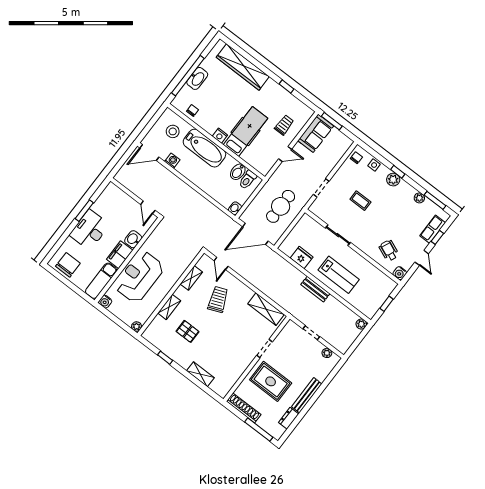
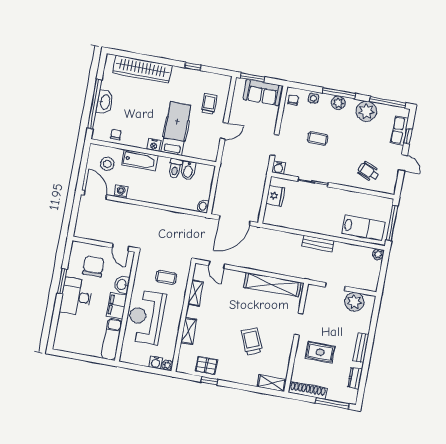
sofa: (316, 133) -> (263, 92), moved, turned 90
bathtub: (204, 148) -> (140, 160), width x0.73, depth x0.73
door: (149, 152) -> (95, 195), swing flipped
window: (398, 172) -> (339, 93), width x2.17
toilet: (248, 180) -> (175, 168), moved
plant: (419, 198) -> (366, 111), width x1.87, depth x1.87
window: (435, 200) -> (388, 102), width x1.44
cafe table: (281, 206) -> (245, 182), removed
coffee table: (173, 252) -> (166, 277), added
fridge: (302, 258) -> (275, 196), moved, turned 90
chair: (68, 265) -> (93, 266), moved
water cooler: (400, 273) -> (279, 167), moved
lab bench: (339, 275) -> (363, 228), moved
trolley: (218, 299) -> (252, 341), moved
water cooler: (105, 302) -> (156, 362), moved
window: (387, 304) -> (392, 223), width x2.17
shelving: (266, 309) -> (272, 285), width x1.47
pallet: (188, 331) -> (206, 365), moved
plant: (327, 353) -> (354, 302), width x1.88, depth x1.88
shelving: (200, 374) -> (272, 383), moved
rug: (271, 381) -> (320, 352), width x0.73, depth x0.70
bench: (307, 395) -> (361, 348), width x0.73

